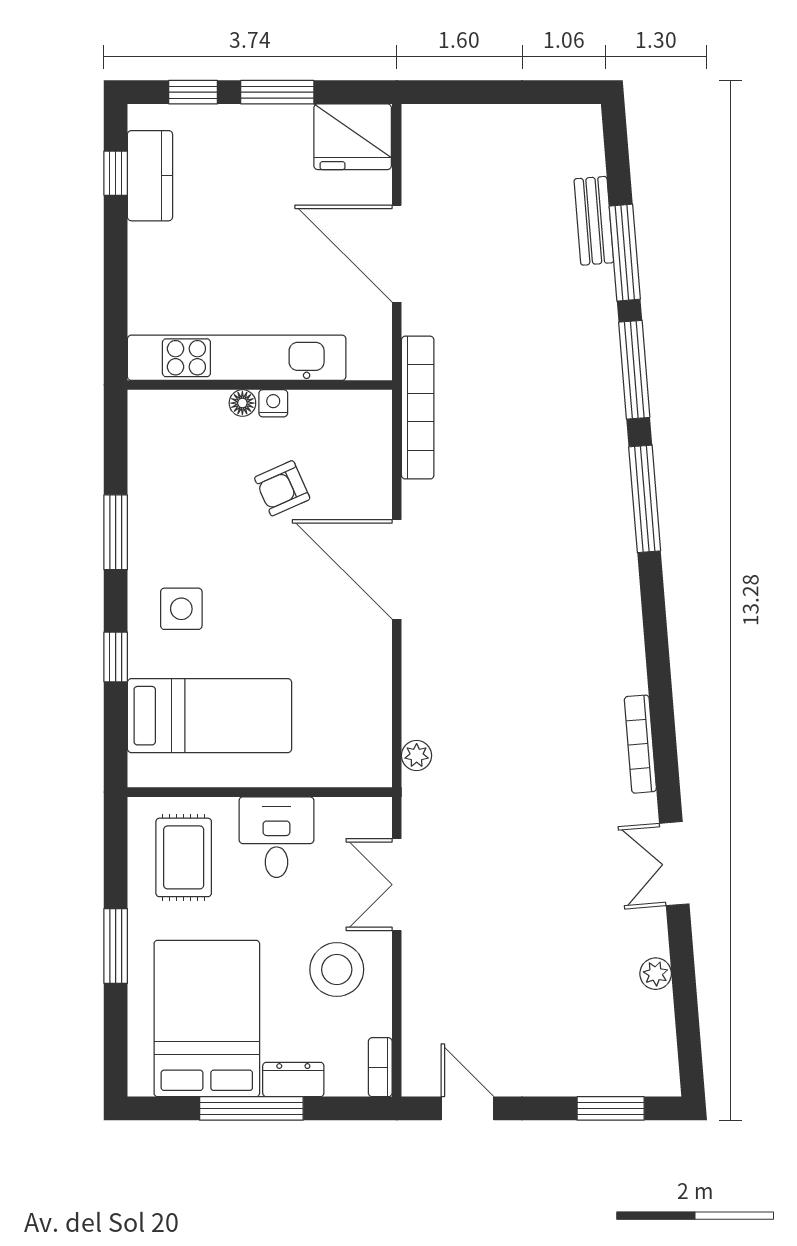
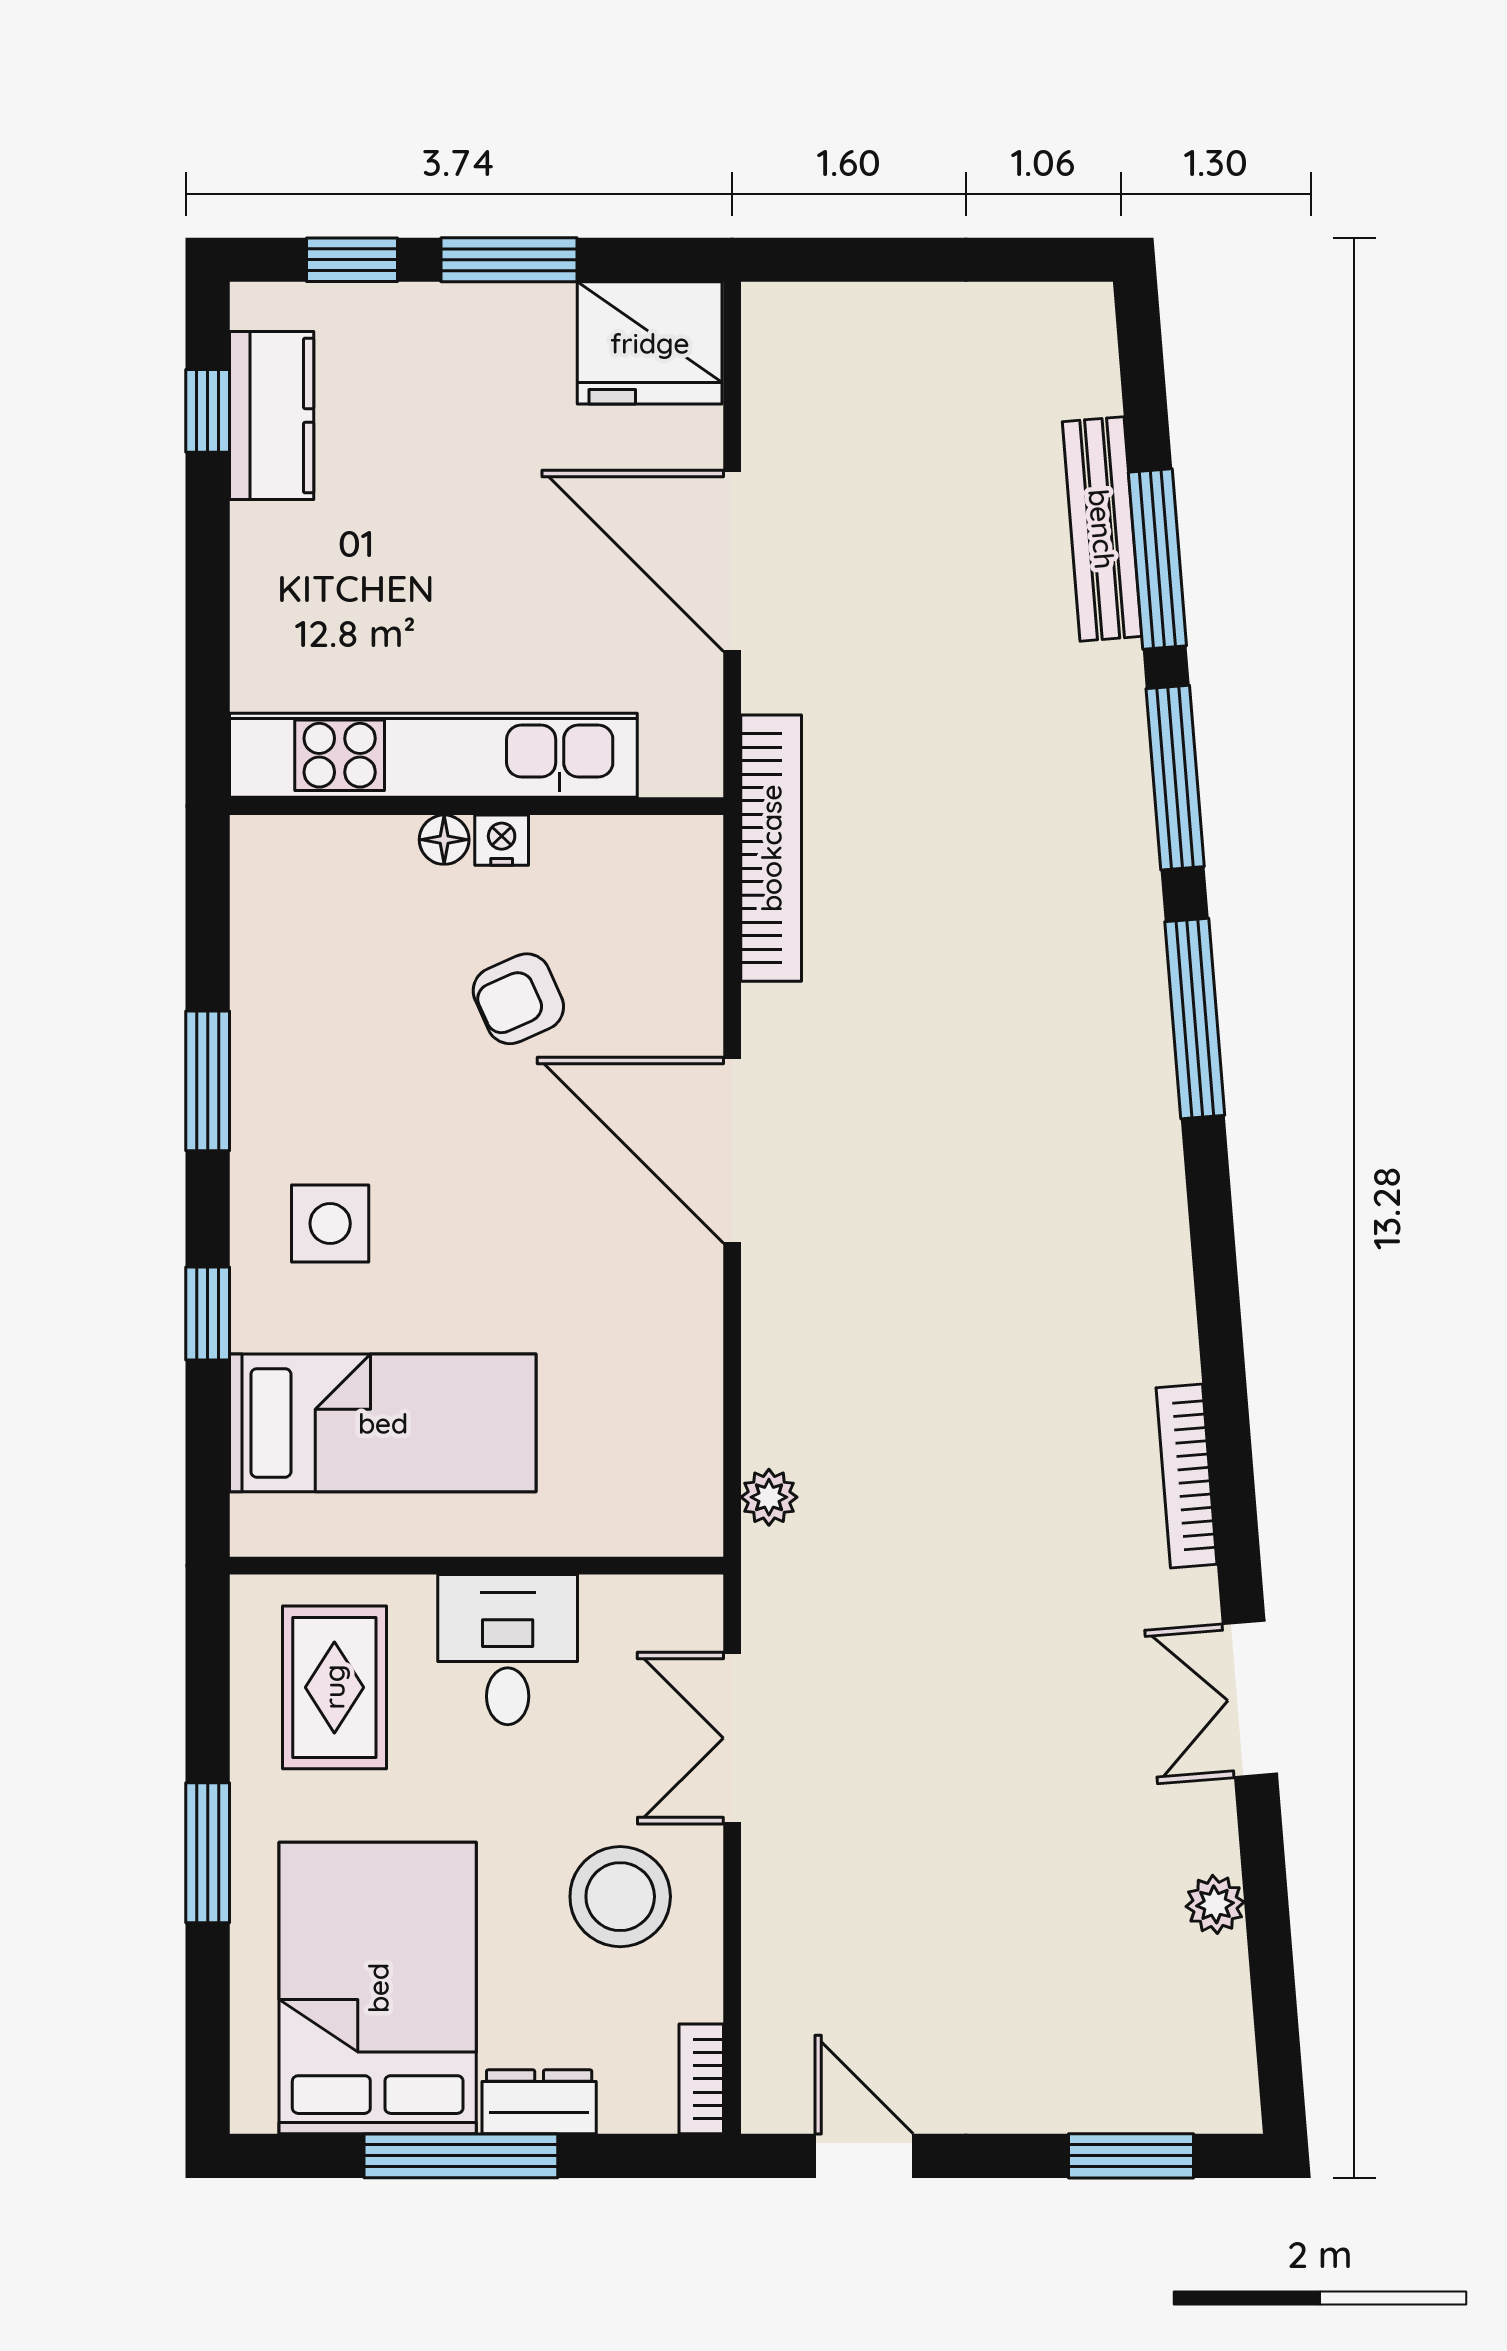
bench: (594, 221) -> (1102, 529), width x1.36

